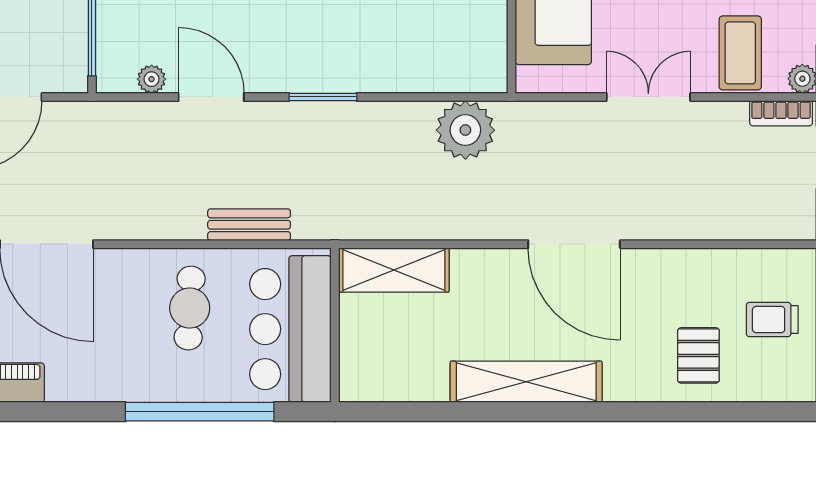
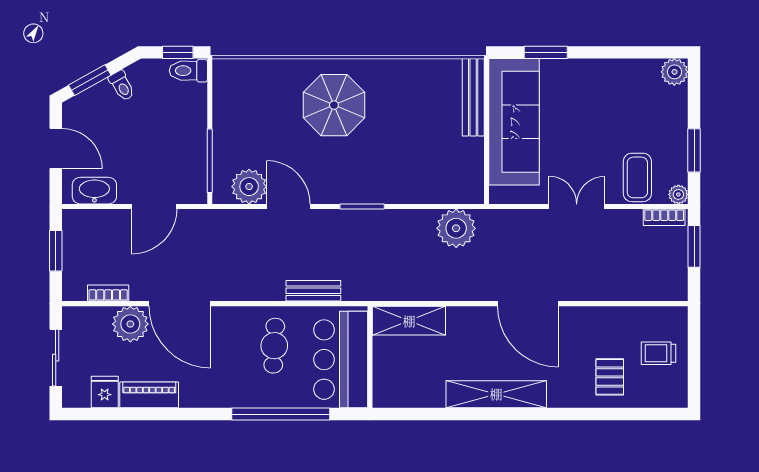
plant: (152, 79) -> (249, 187), width x1.88, depth x1.88

